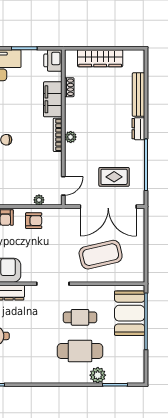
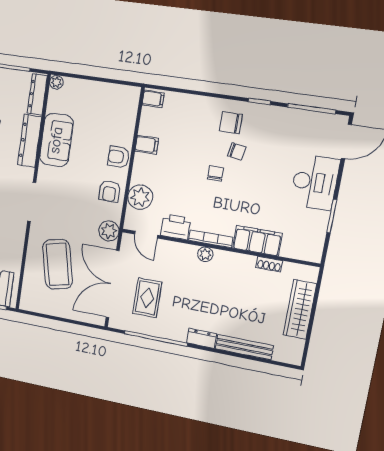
printer: (53, 60) -> (176, 227), moved
plant: (39, 200) -> (140, 197), width x1.88, depth x1.88
plant: (66, 216) -> (109, 231), added

